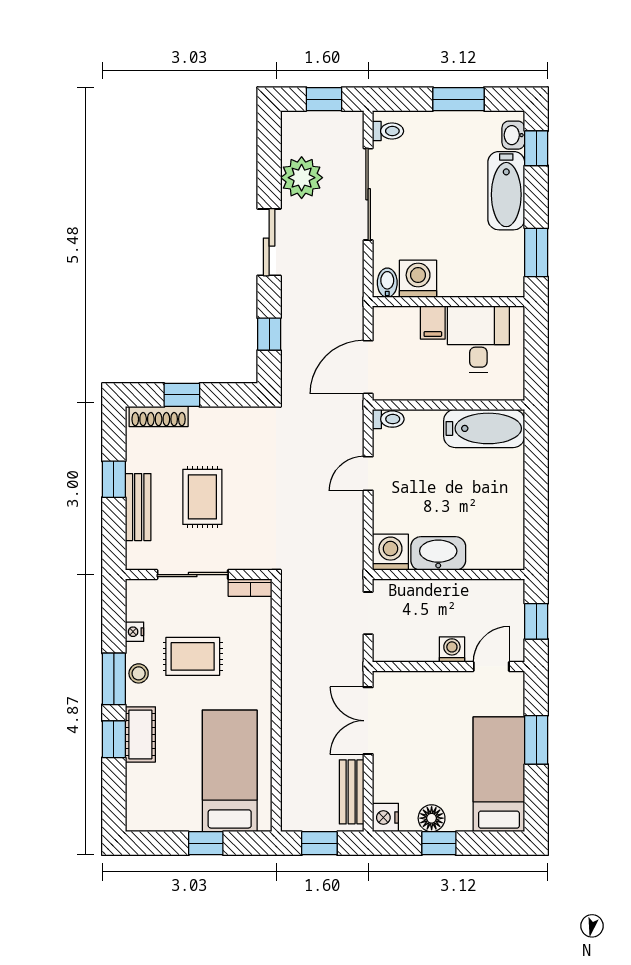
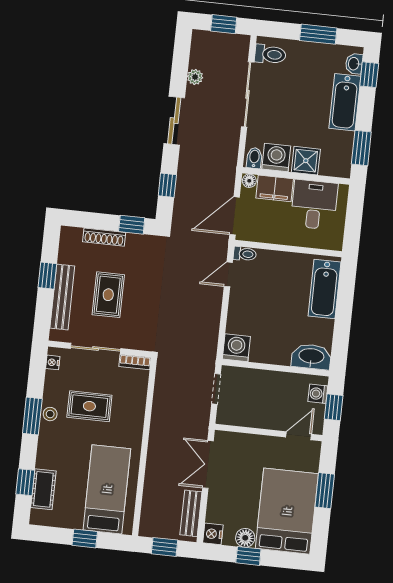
toilet: (388, 131) -> (270, 54), width x1.37, depth x1.39
plant: (302, 178) -> (195, 77), width x0.53, depth x0.53
shower: (460, 279) -> (306, 161), added
floor lamp: (384, 316) -> (249, 181), added
filing cabinet: (433, 322) -> (275, 188), width x2.00
window: (182, 395) -> (132, 225), moved
shoe rack: (159, 417) -> (104, 237), moved
bathtub: (484, 428) -> (324, 289), moved, turned 90
door: (368, 473) -> (228, 274), moved
bench: (138, 507) -> (62, 297), width x1.36
washbasin: (438, 553) -> (311, 357), moved
nightstand: (135, 632) -> (53, 362), moved
washing machine: (452, 649) -> (318, 394), moved, turned -90
cot: (140, 734) -> (43, 489), moved
window: (114, 739) -> (25, 482), moved
bed: (499, 774) -> (287, 511), width x1.50

